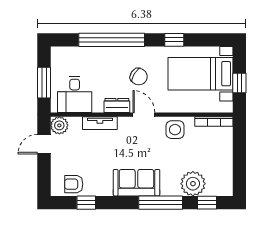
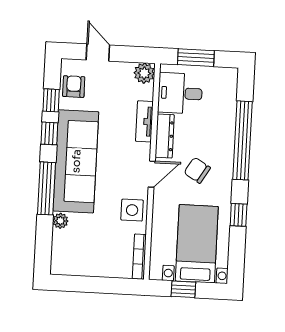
chair: (139, 77) -> (197, 170), turned 89
dresser: (117, 106) -> (165, 136), width x1.44
door: (44, 144) -> (98, 52), moved
sofa: (136, 183) -> (76, 161), width x1.85, depth x1.27
plant: (193, 184) -> (60, 221), width x0.53, depth x0.53
window: (207, 203) -> (49, 133), moved

